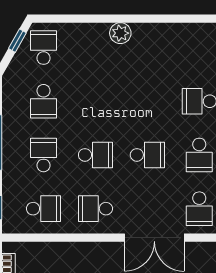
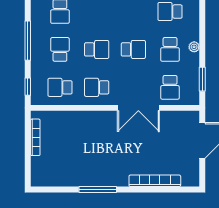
school desk: (44, 209) -> (60, 87), turned 180

